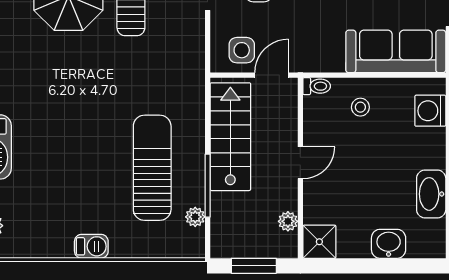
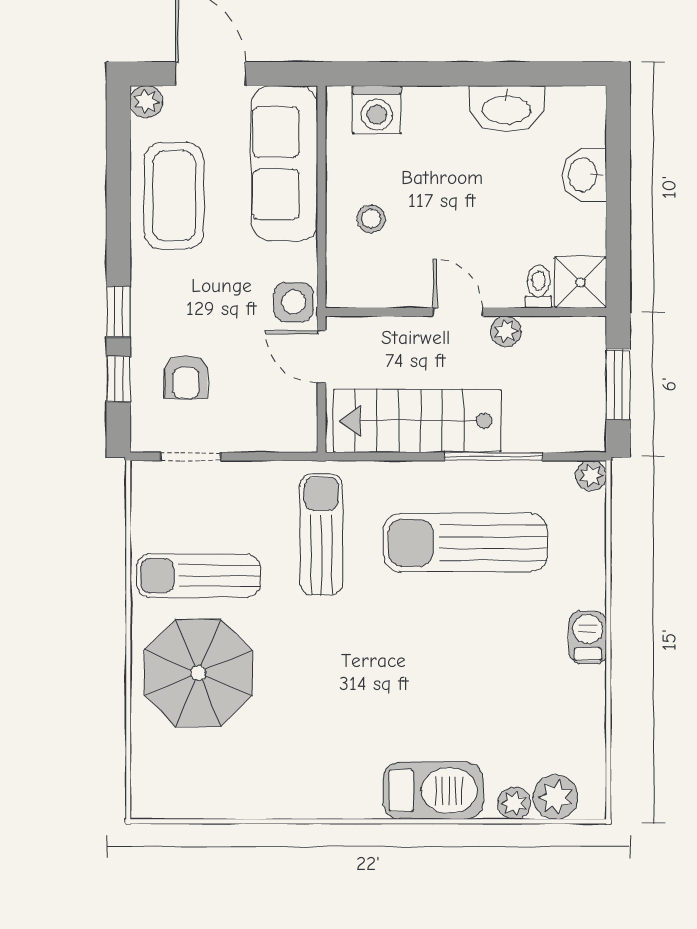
side table: (242, 50) -> (294, 302), moved
sun lounger: (157, 75) -> (321, 534), added
toilet: (317, 86) -> (539, 287), moved
plant: (195, 217) -> (591, 476), moved
plant: (288, 221) -> (506, 331), moved

